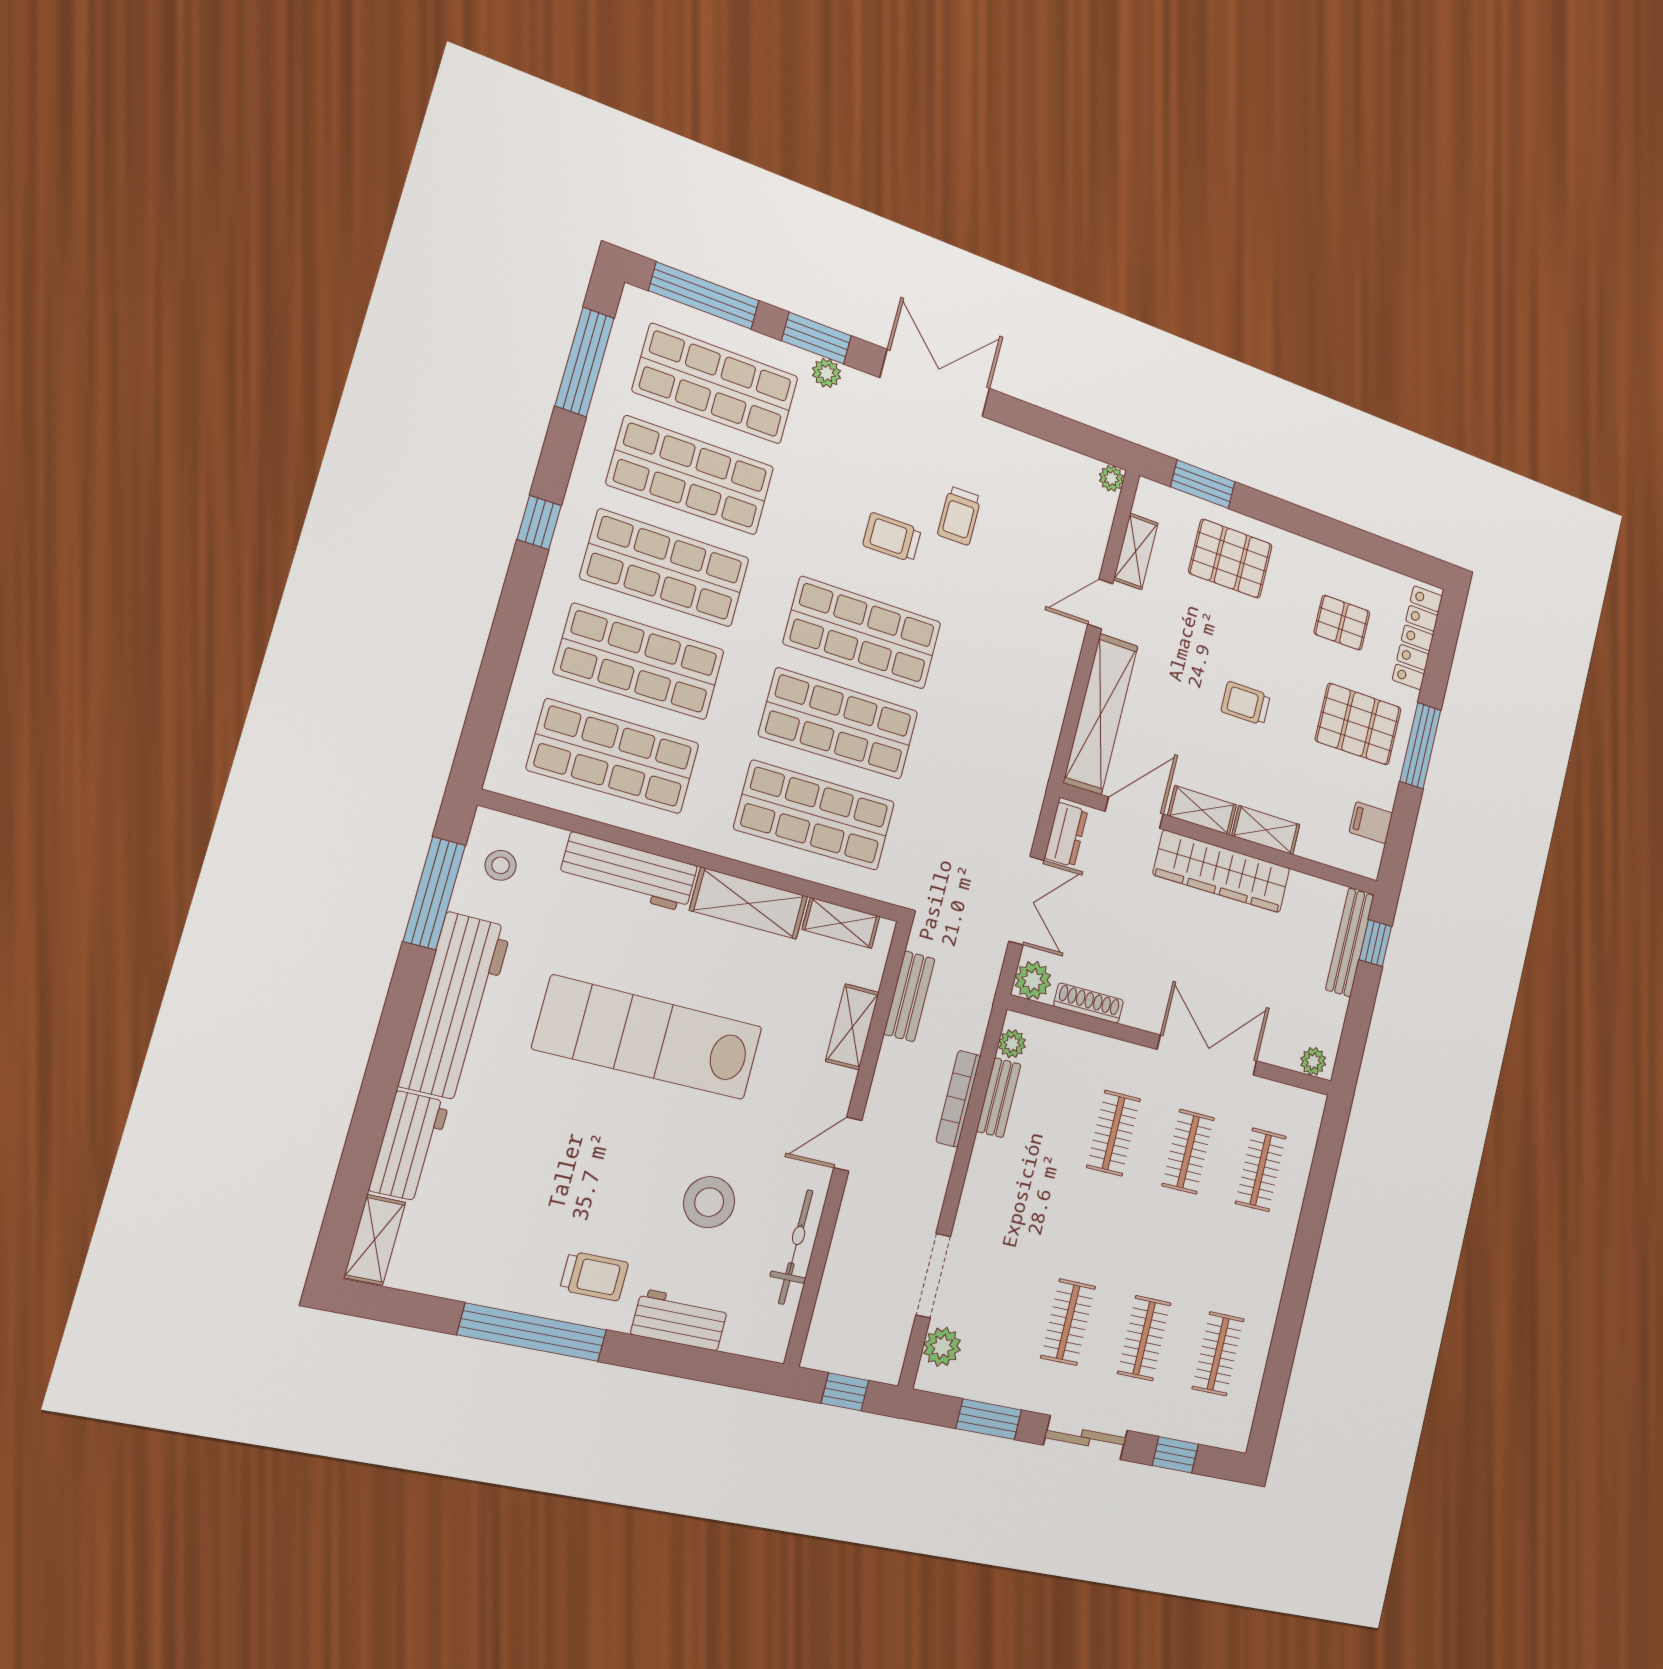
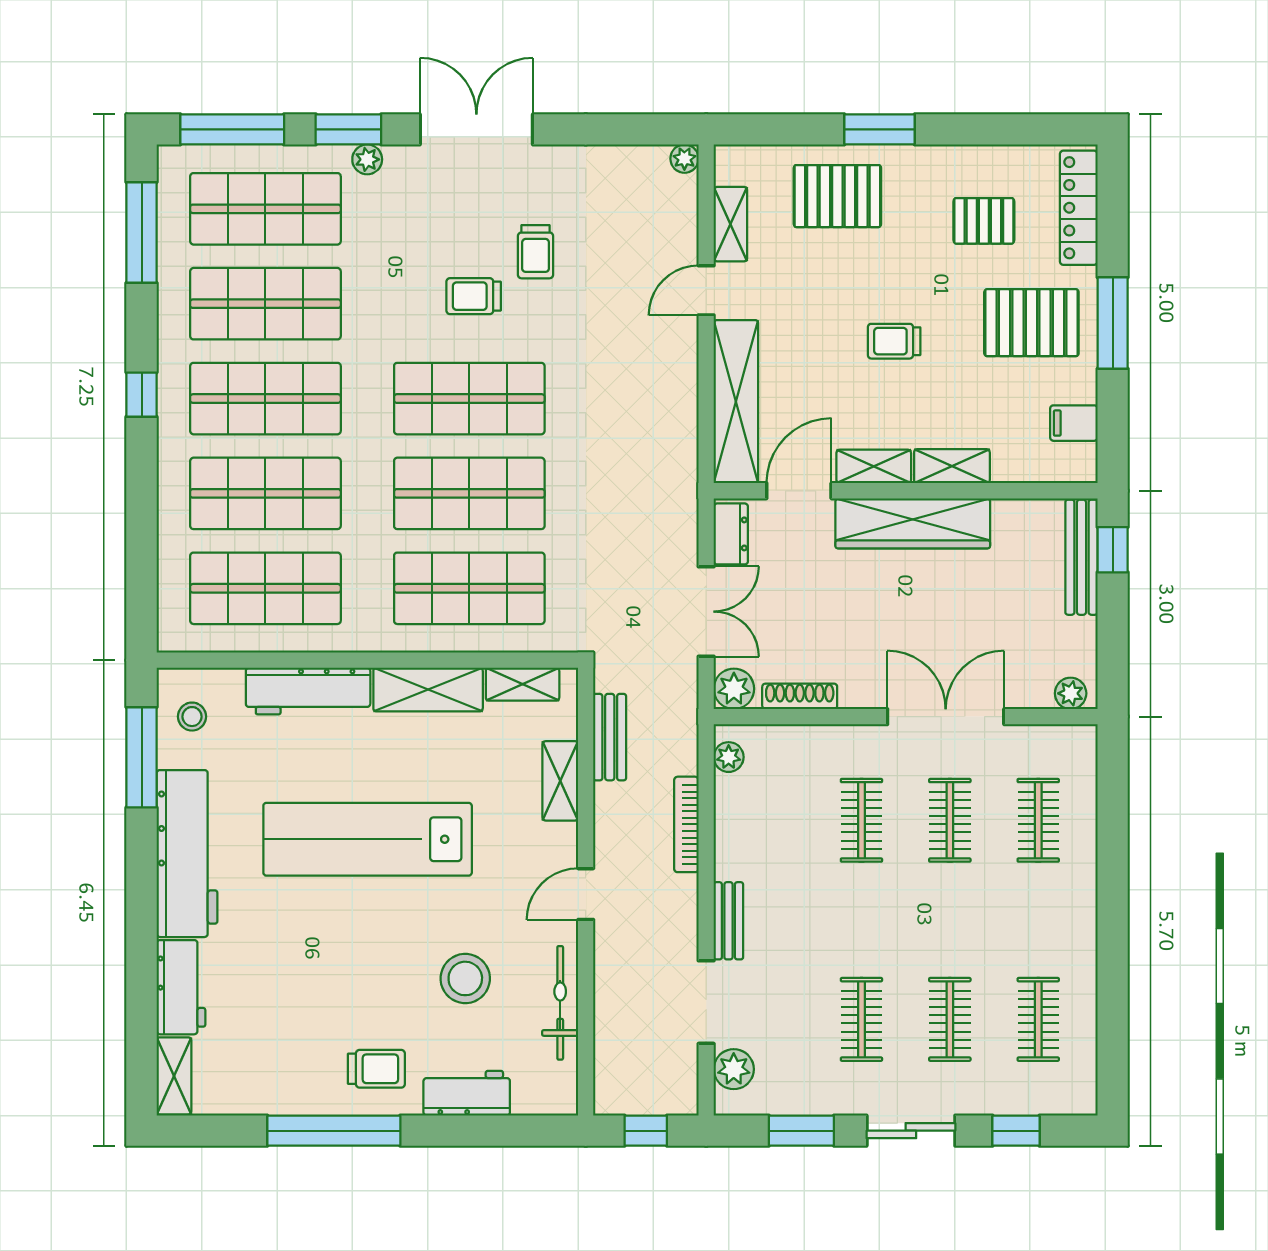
window: (1203, 484) -> (879, 129), moved
bench: (999, 1098) -> (728, 921), moved

